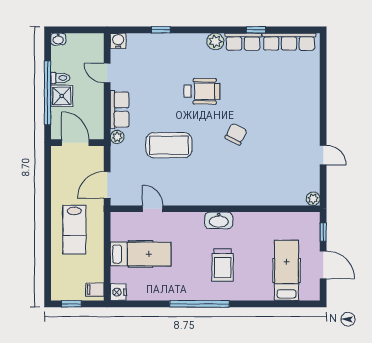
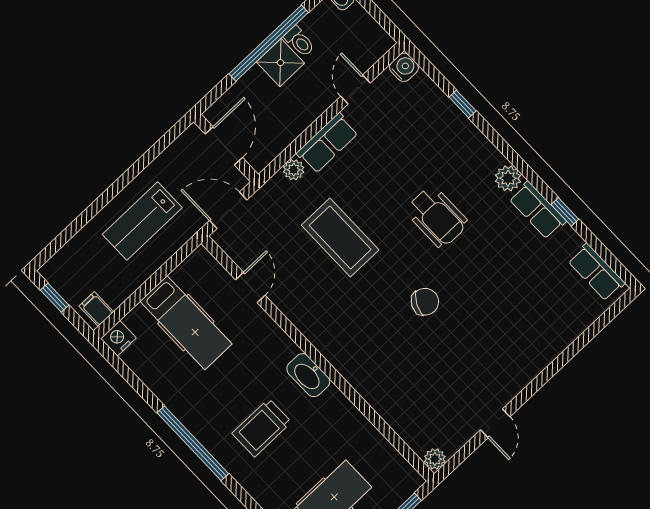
row of seats: (289, 42) -> (596, 272), width x0.68
door: (75, 143) -> (224, 146), moved
wall: (77, 143) -> (226, 148), moved

